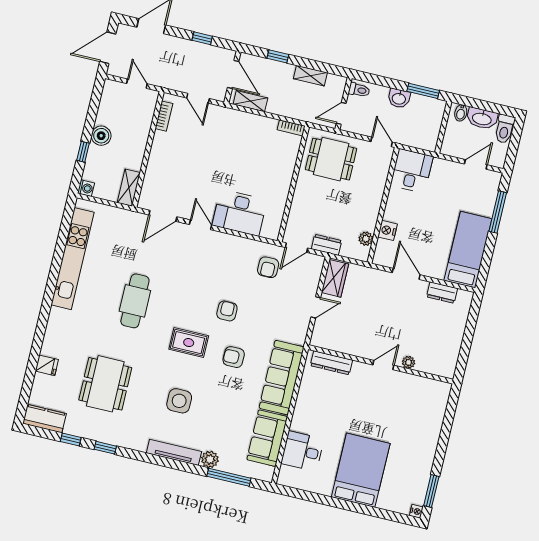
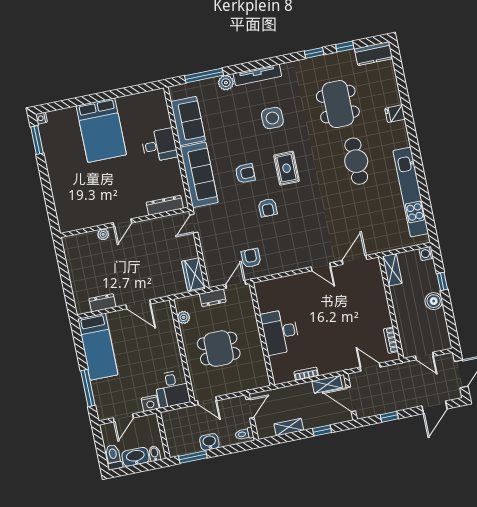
bookcase: (291, 128) -> (306, 374), moved
dining table: (331, 159) -> (219, 349), moved
desk: (240, 213) -> (280, 332), moved, turned -90
nightstand: (388, 230) -> (150, 403), moved, turned 90
cafe table: (135, 301) -> (356, 161), moved
door: (316, 307) -> (194, 224), moved
rug: (189, 343) -> (287, 168), turned 90
fridge: (47, 365) -> (395, 114), moved
desk: (302, 451) -> (159, 145), moved

